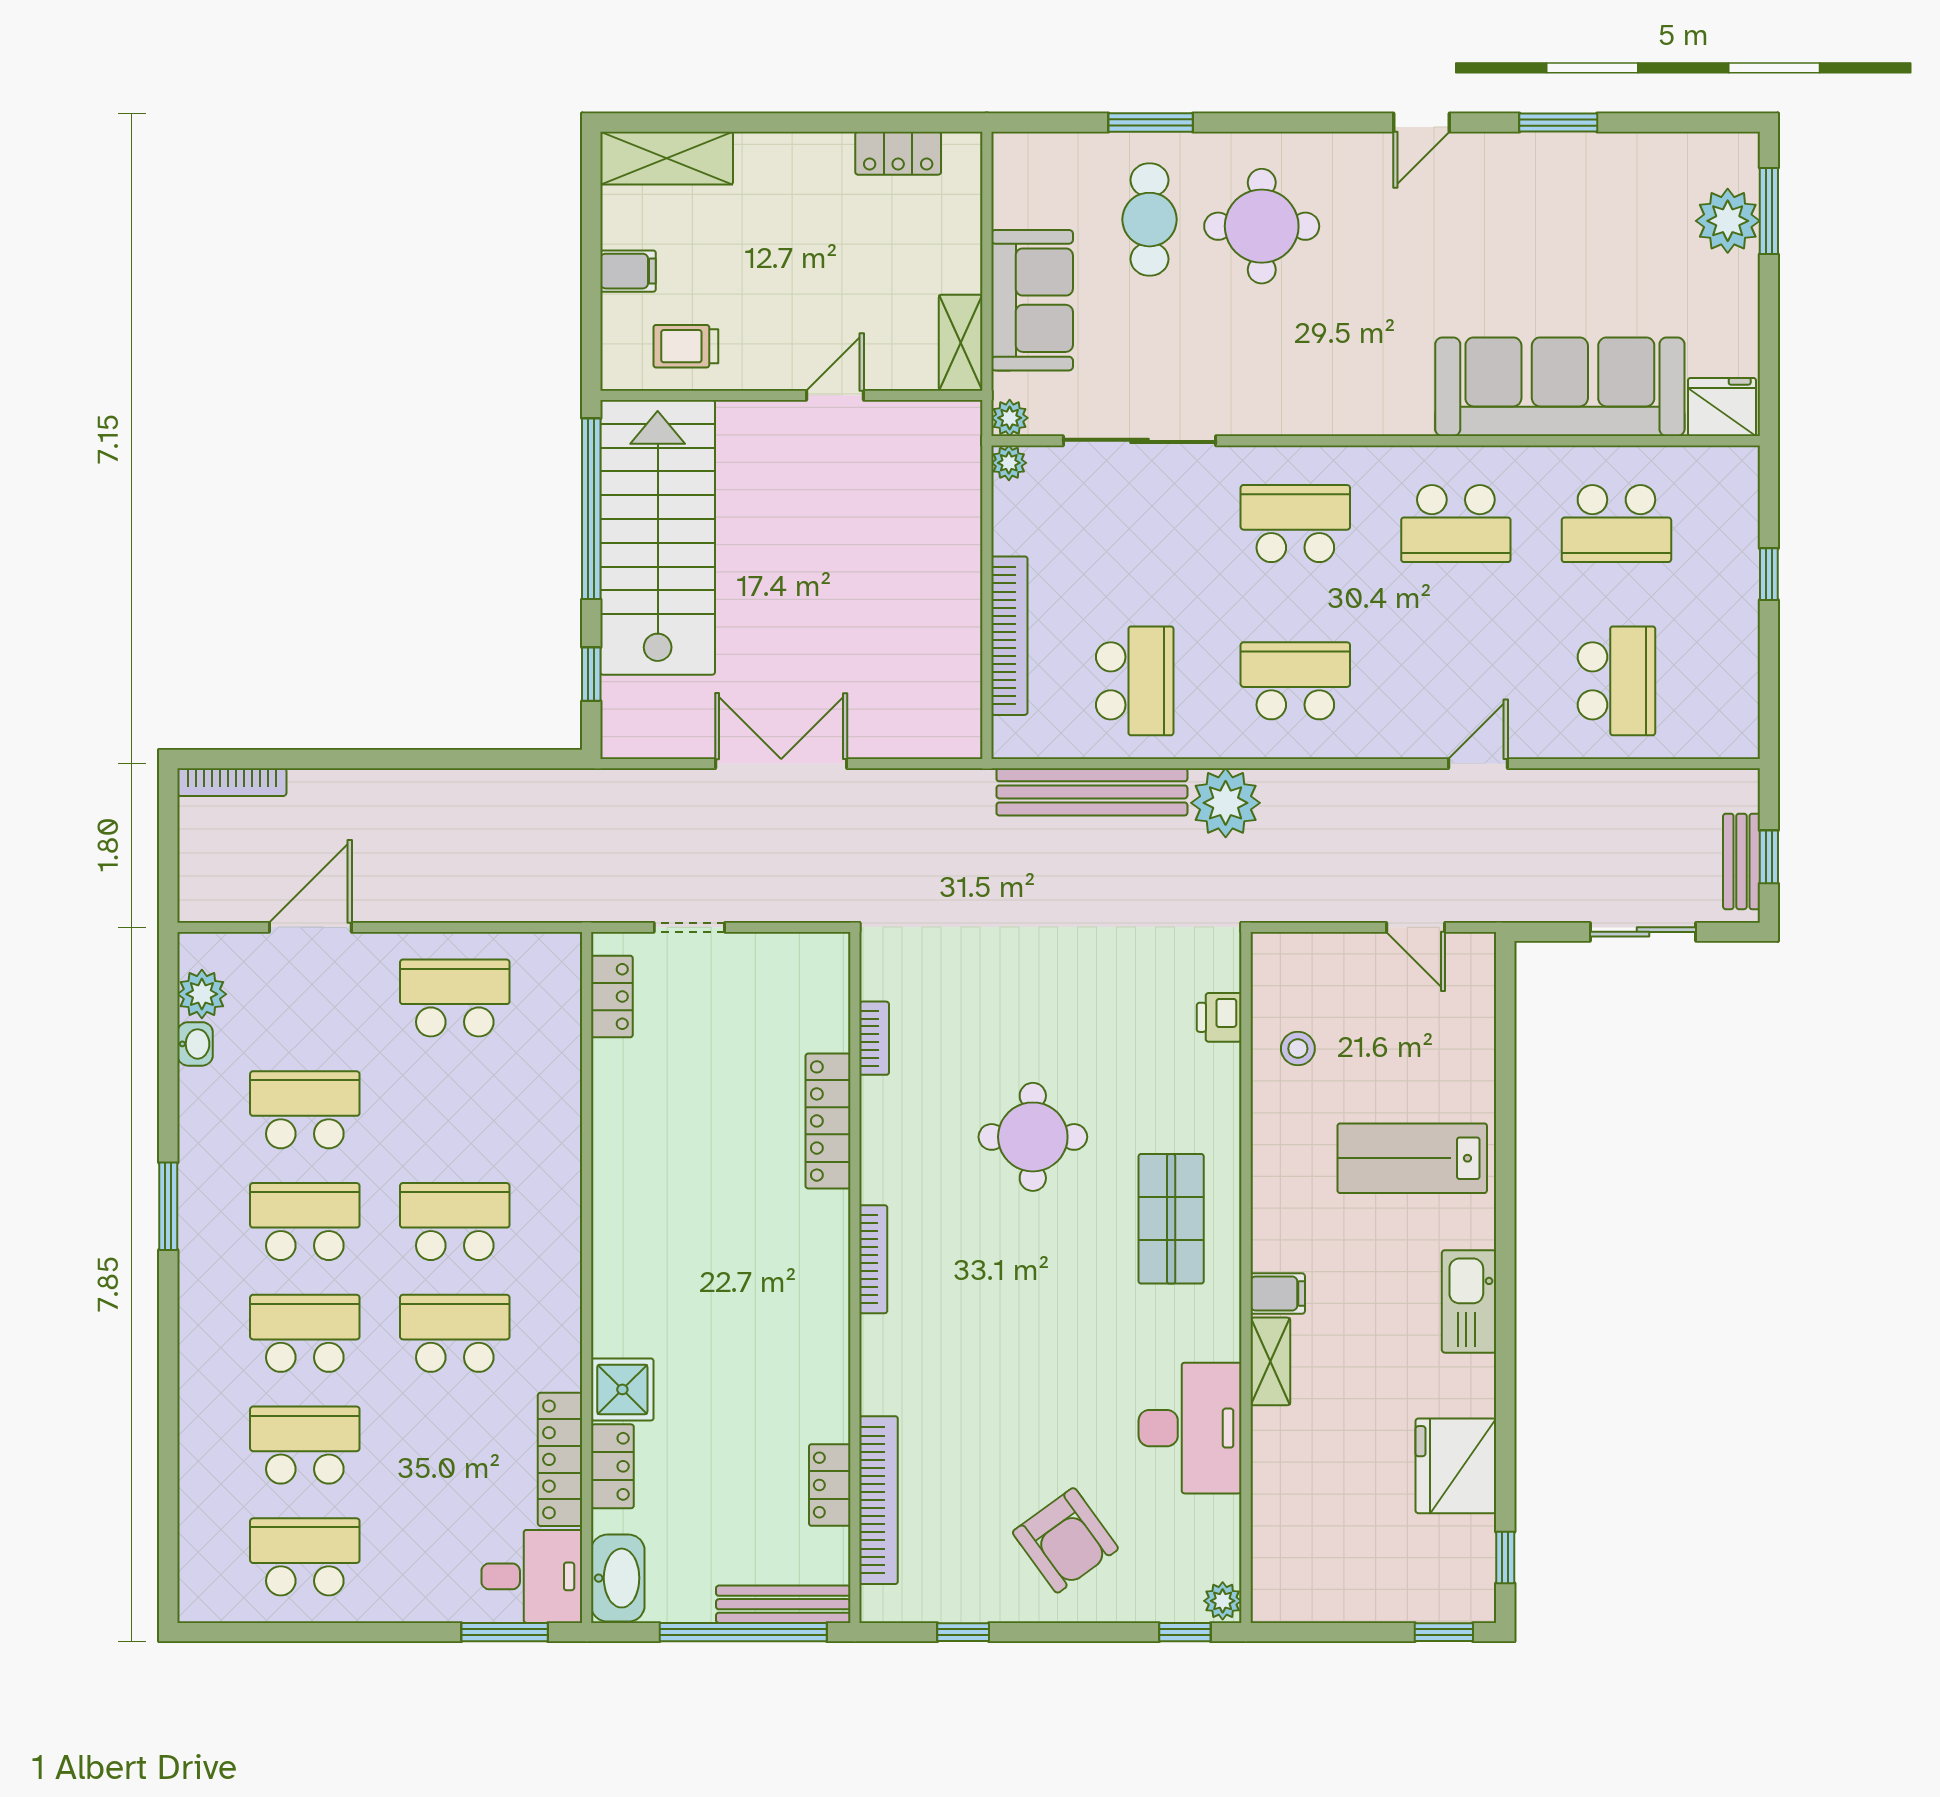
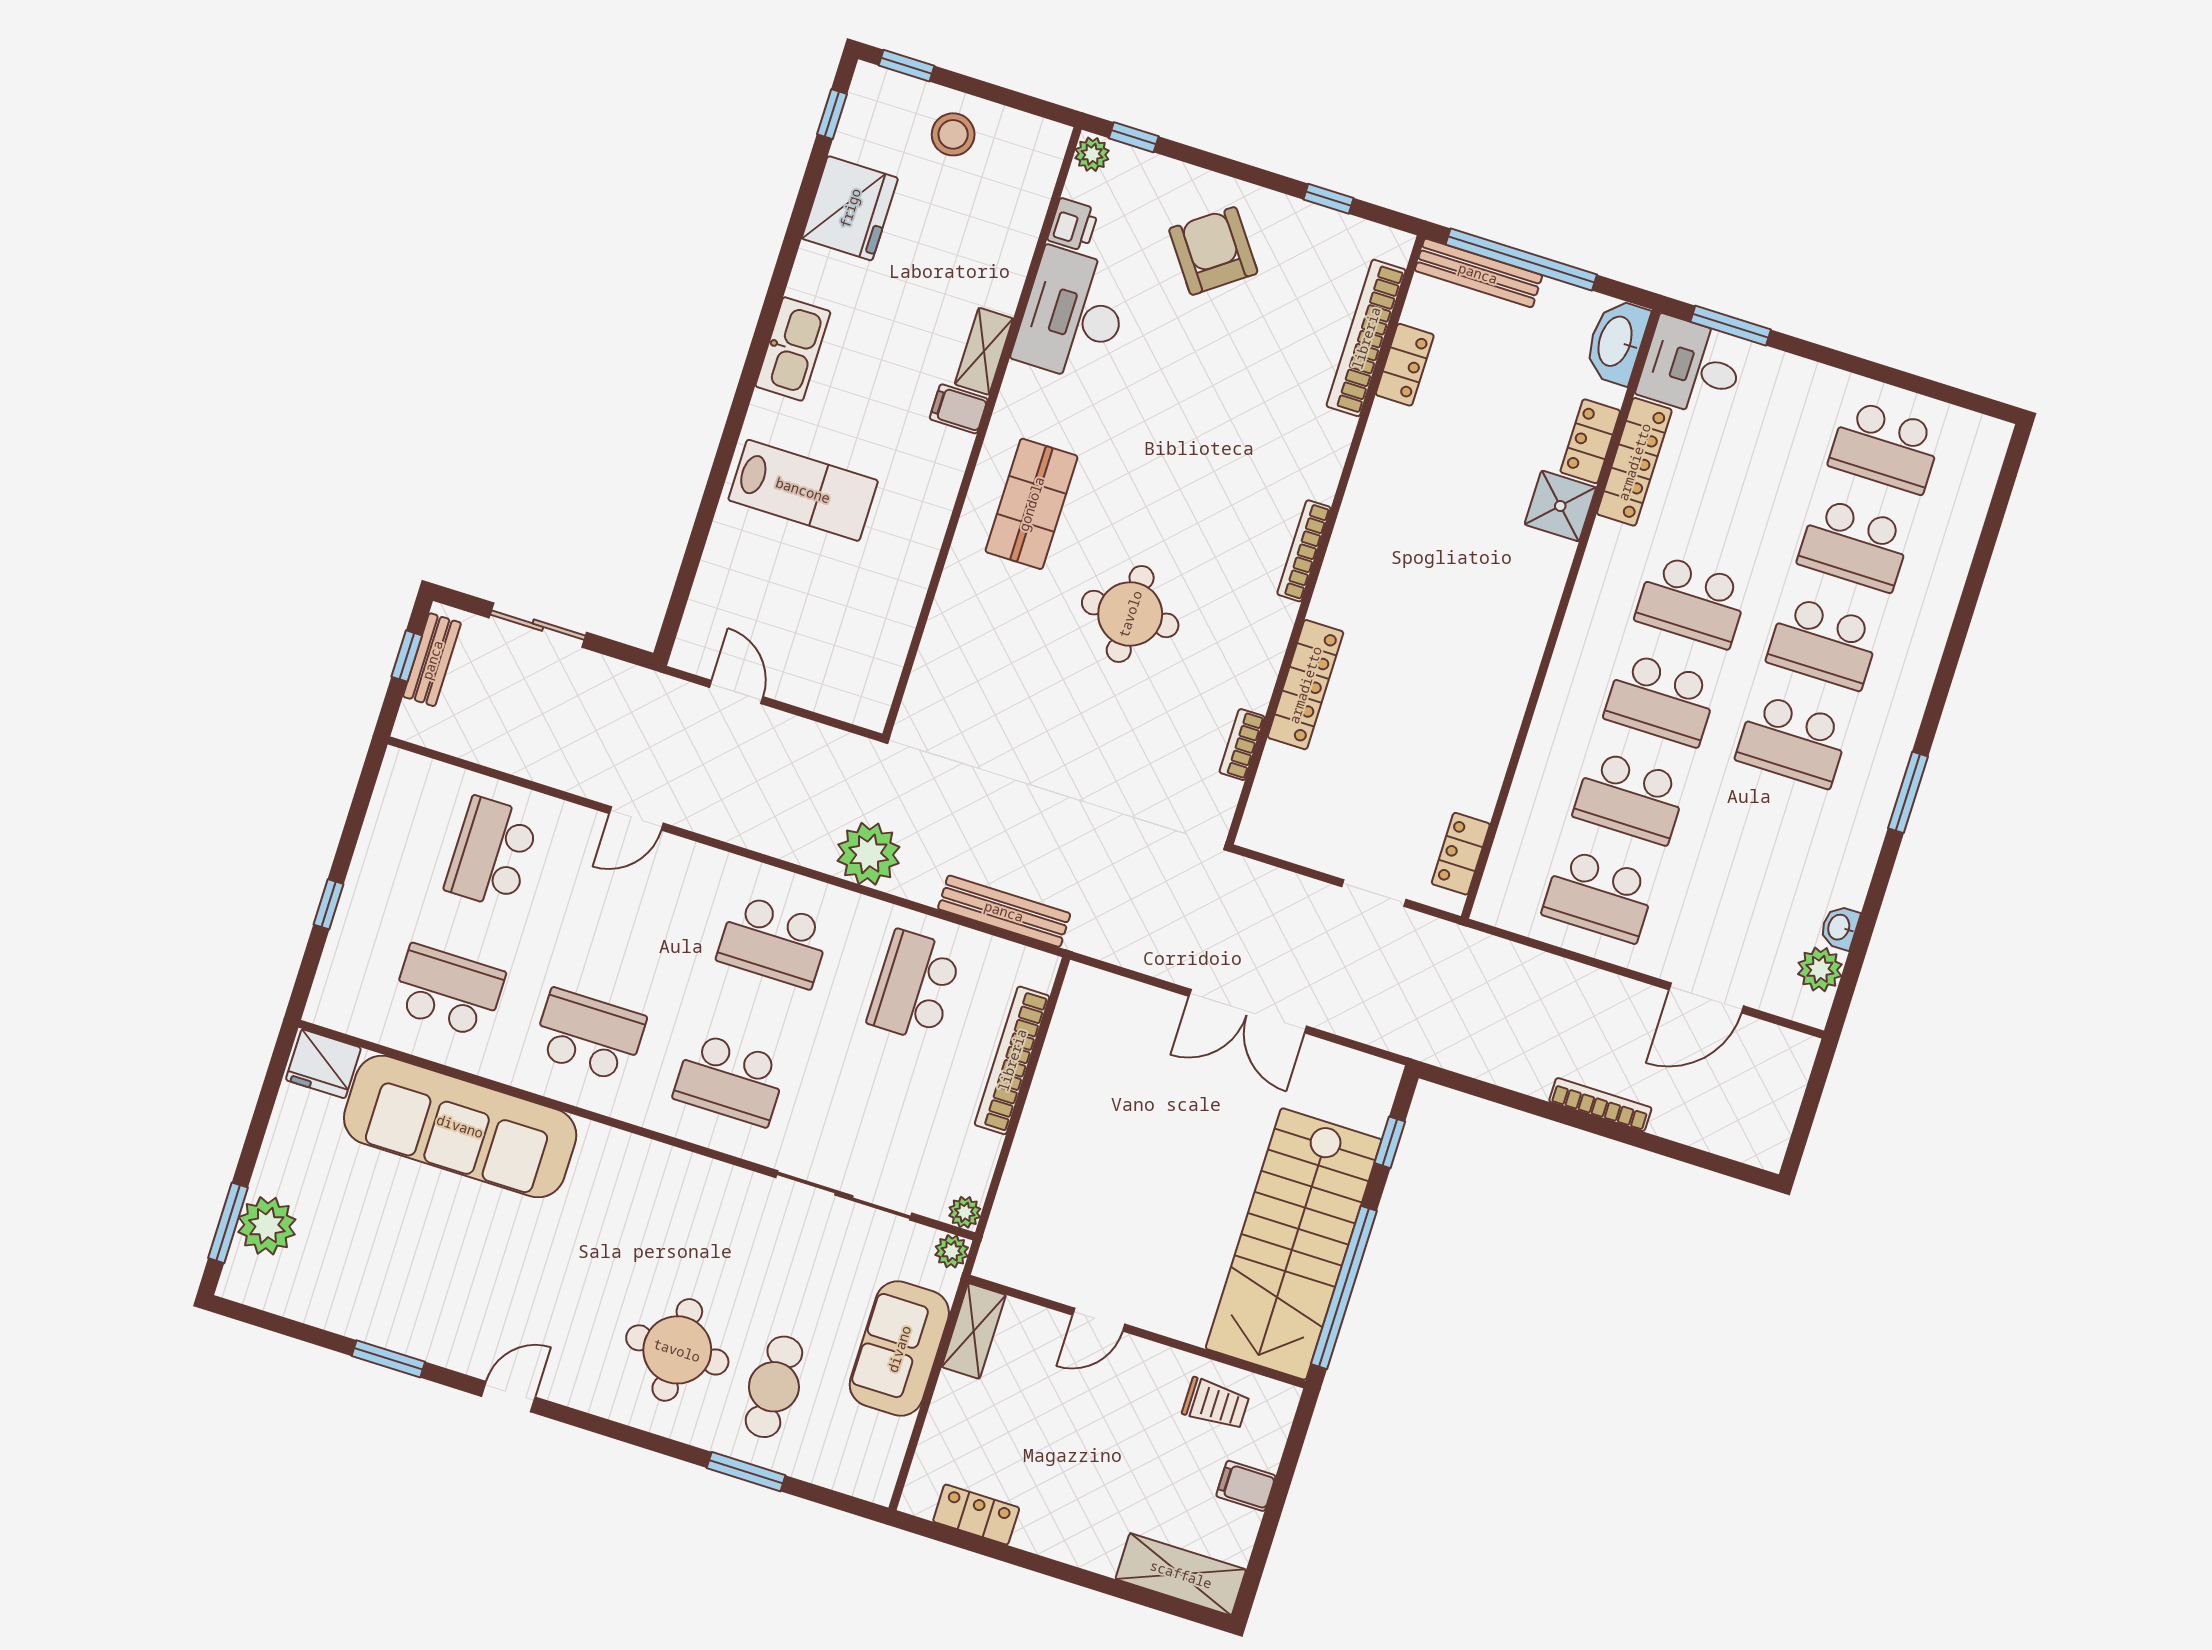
bookcase: (232, 782) -> (1600, 1105), moved
bench: (1092, 792) -> (1004, 911), width x0.73, depth x0.82
printer: (1219, 1017) -> (1073, 225), moved
stool: (1298, 1049) -> (953, 134), moved, width x1.37, depth x1.37
school desk: (305, 1110) -> (1630, 798), moved

